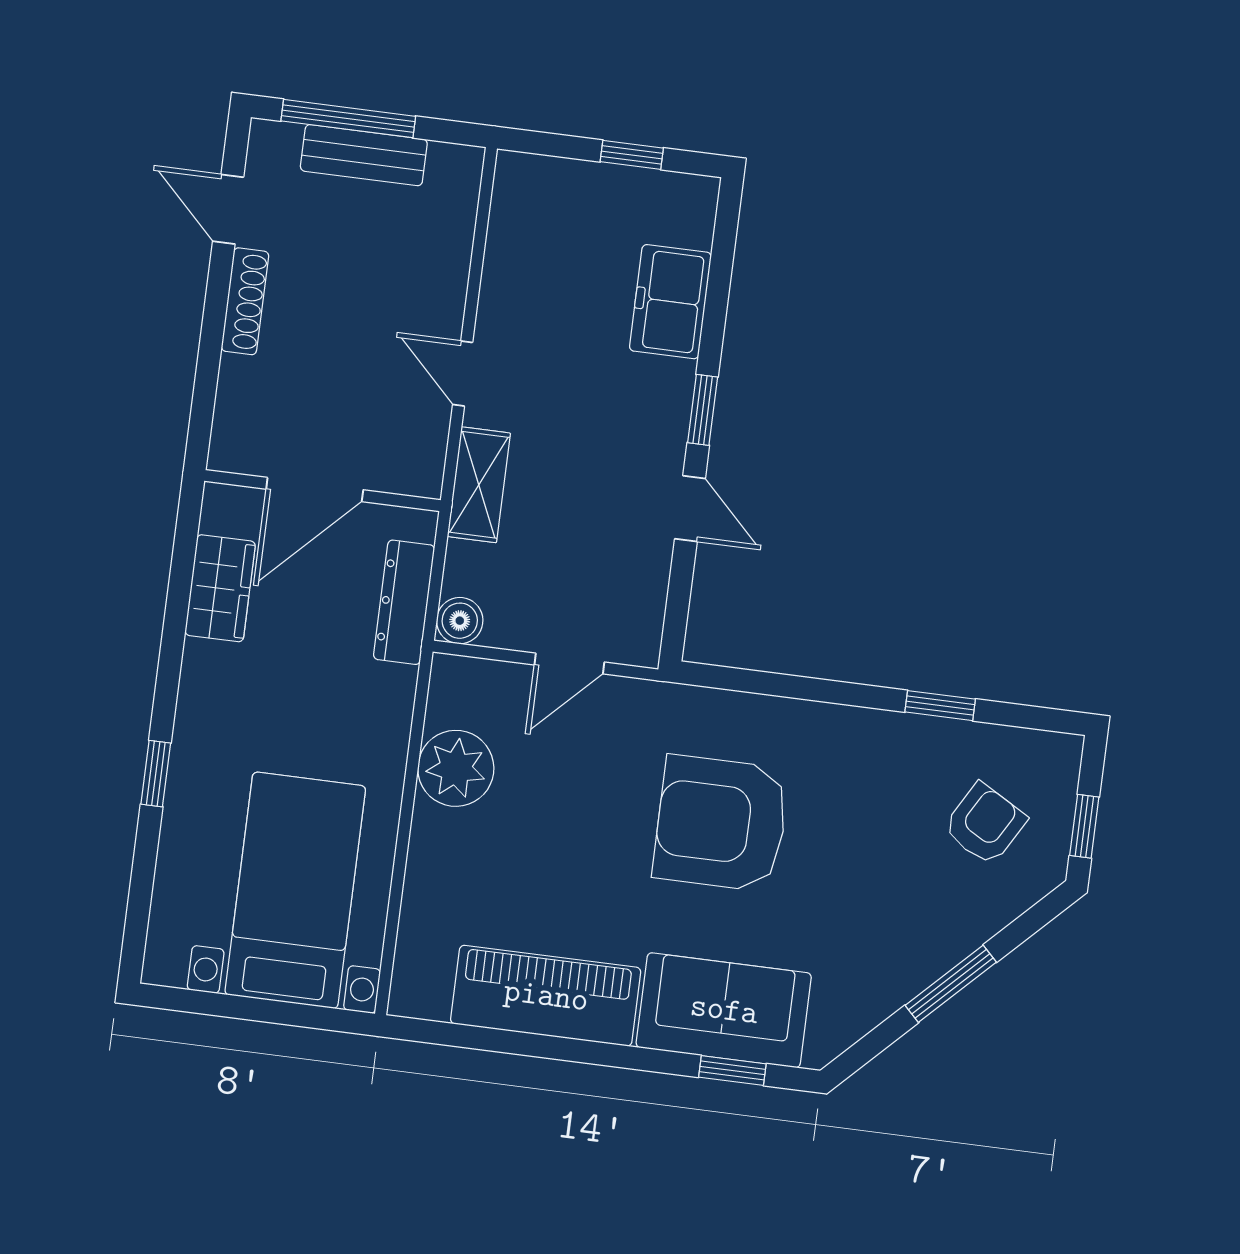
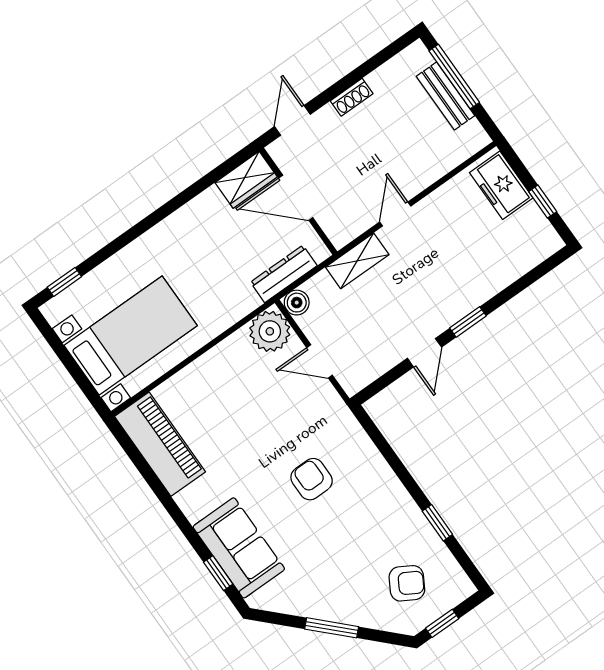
door: (228, 209) -> (292, 120), moved
shoe rack: (245, 301) -> (352, 97), width x0.70
freezer: (670, 302) -> (501, 185), moved, turned -90
wardrobe: (220, 588) -> (246, 180), moved
plant: (456, 768) -> (270, 331), moved
window: (156, 774) -> (64, 282), moved
armchair: (721, 823) -> (312, 479), width x0.53, depth x0.53
piano: (546, 996) -> (160, 444), moved

